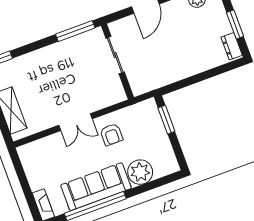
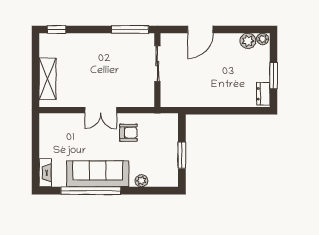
window: (166, 120) -> (182, 155), moved
armchair: (111, 134) -> (128, 133), turned -90
plant: (140, 172) -> (142, 181), width x0.53, depth x0.53

